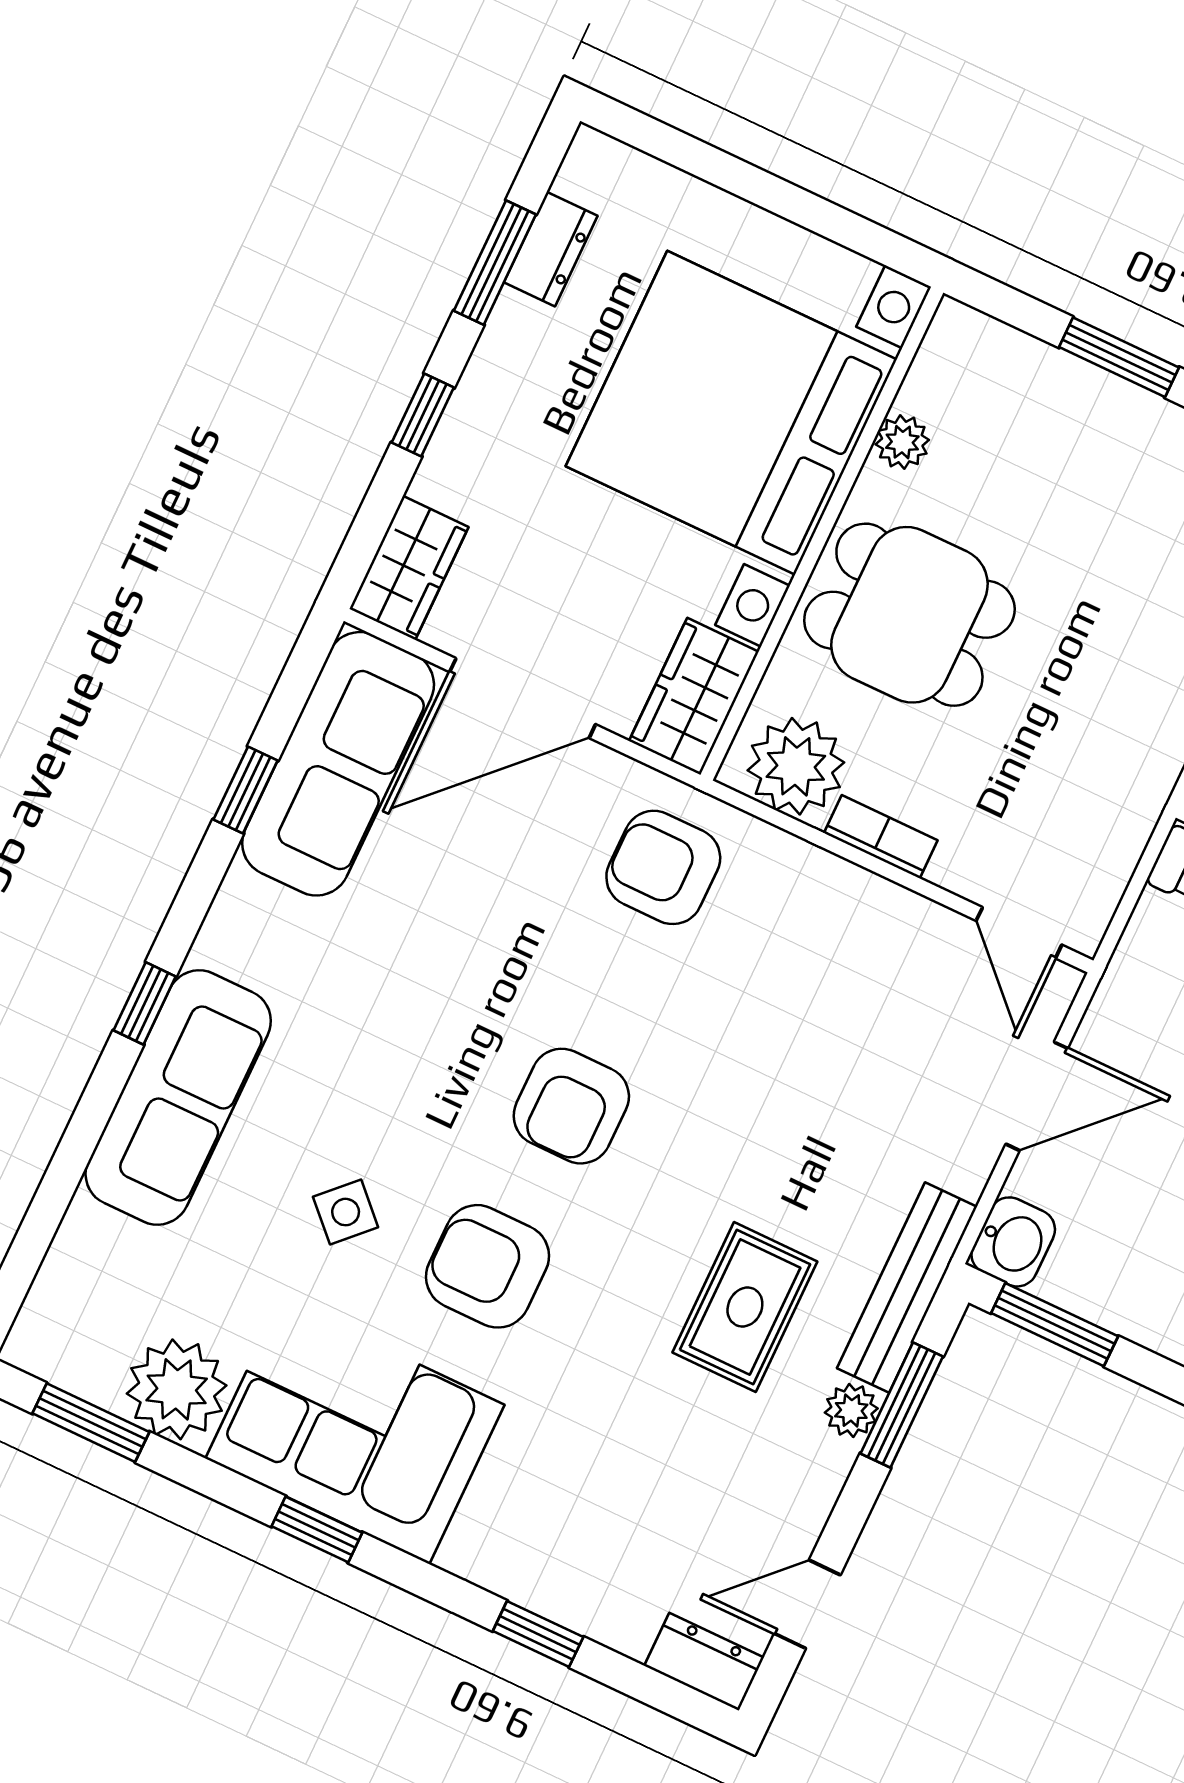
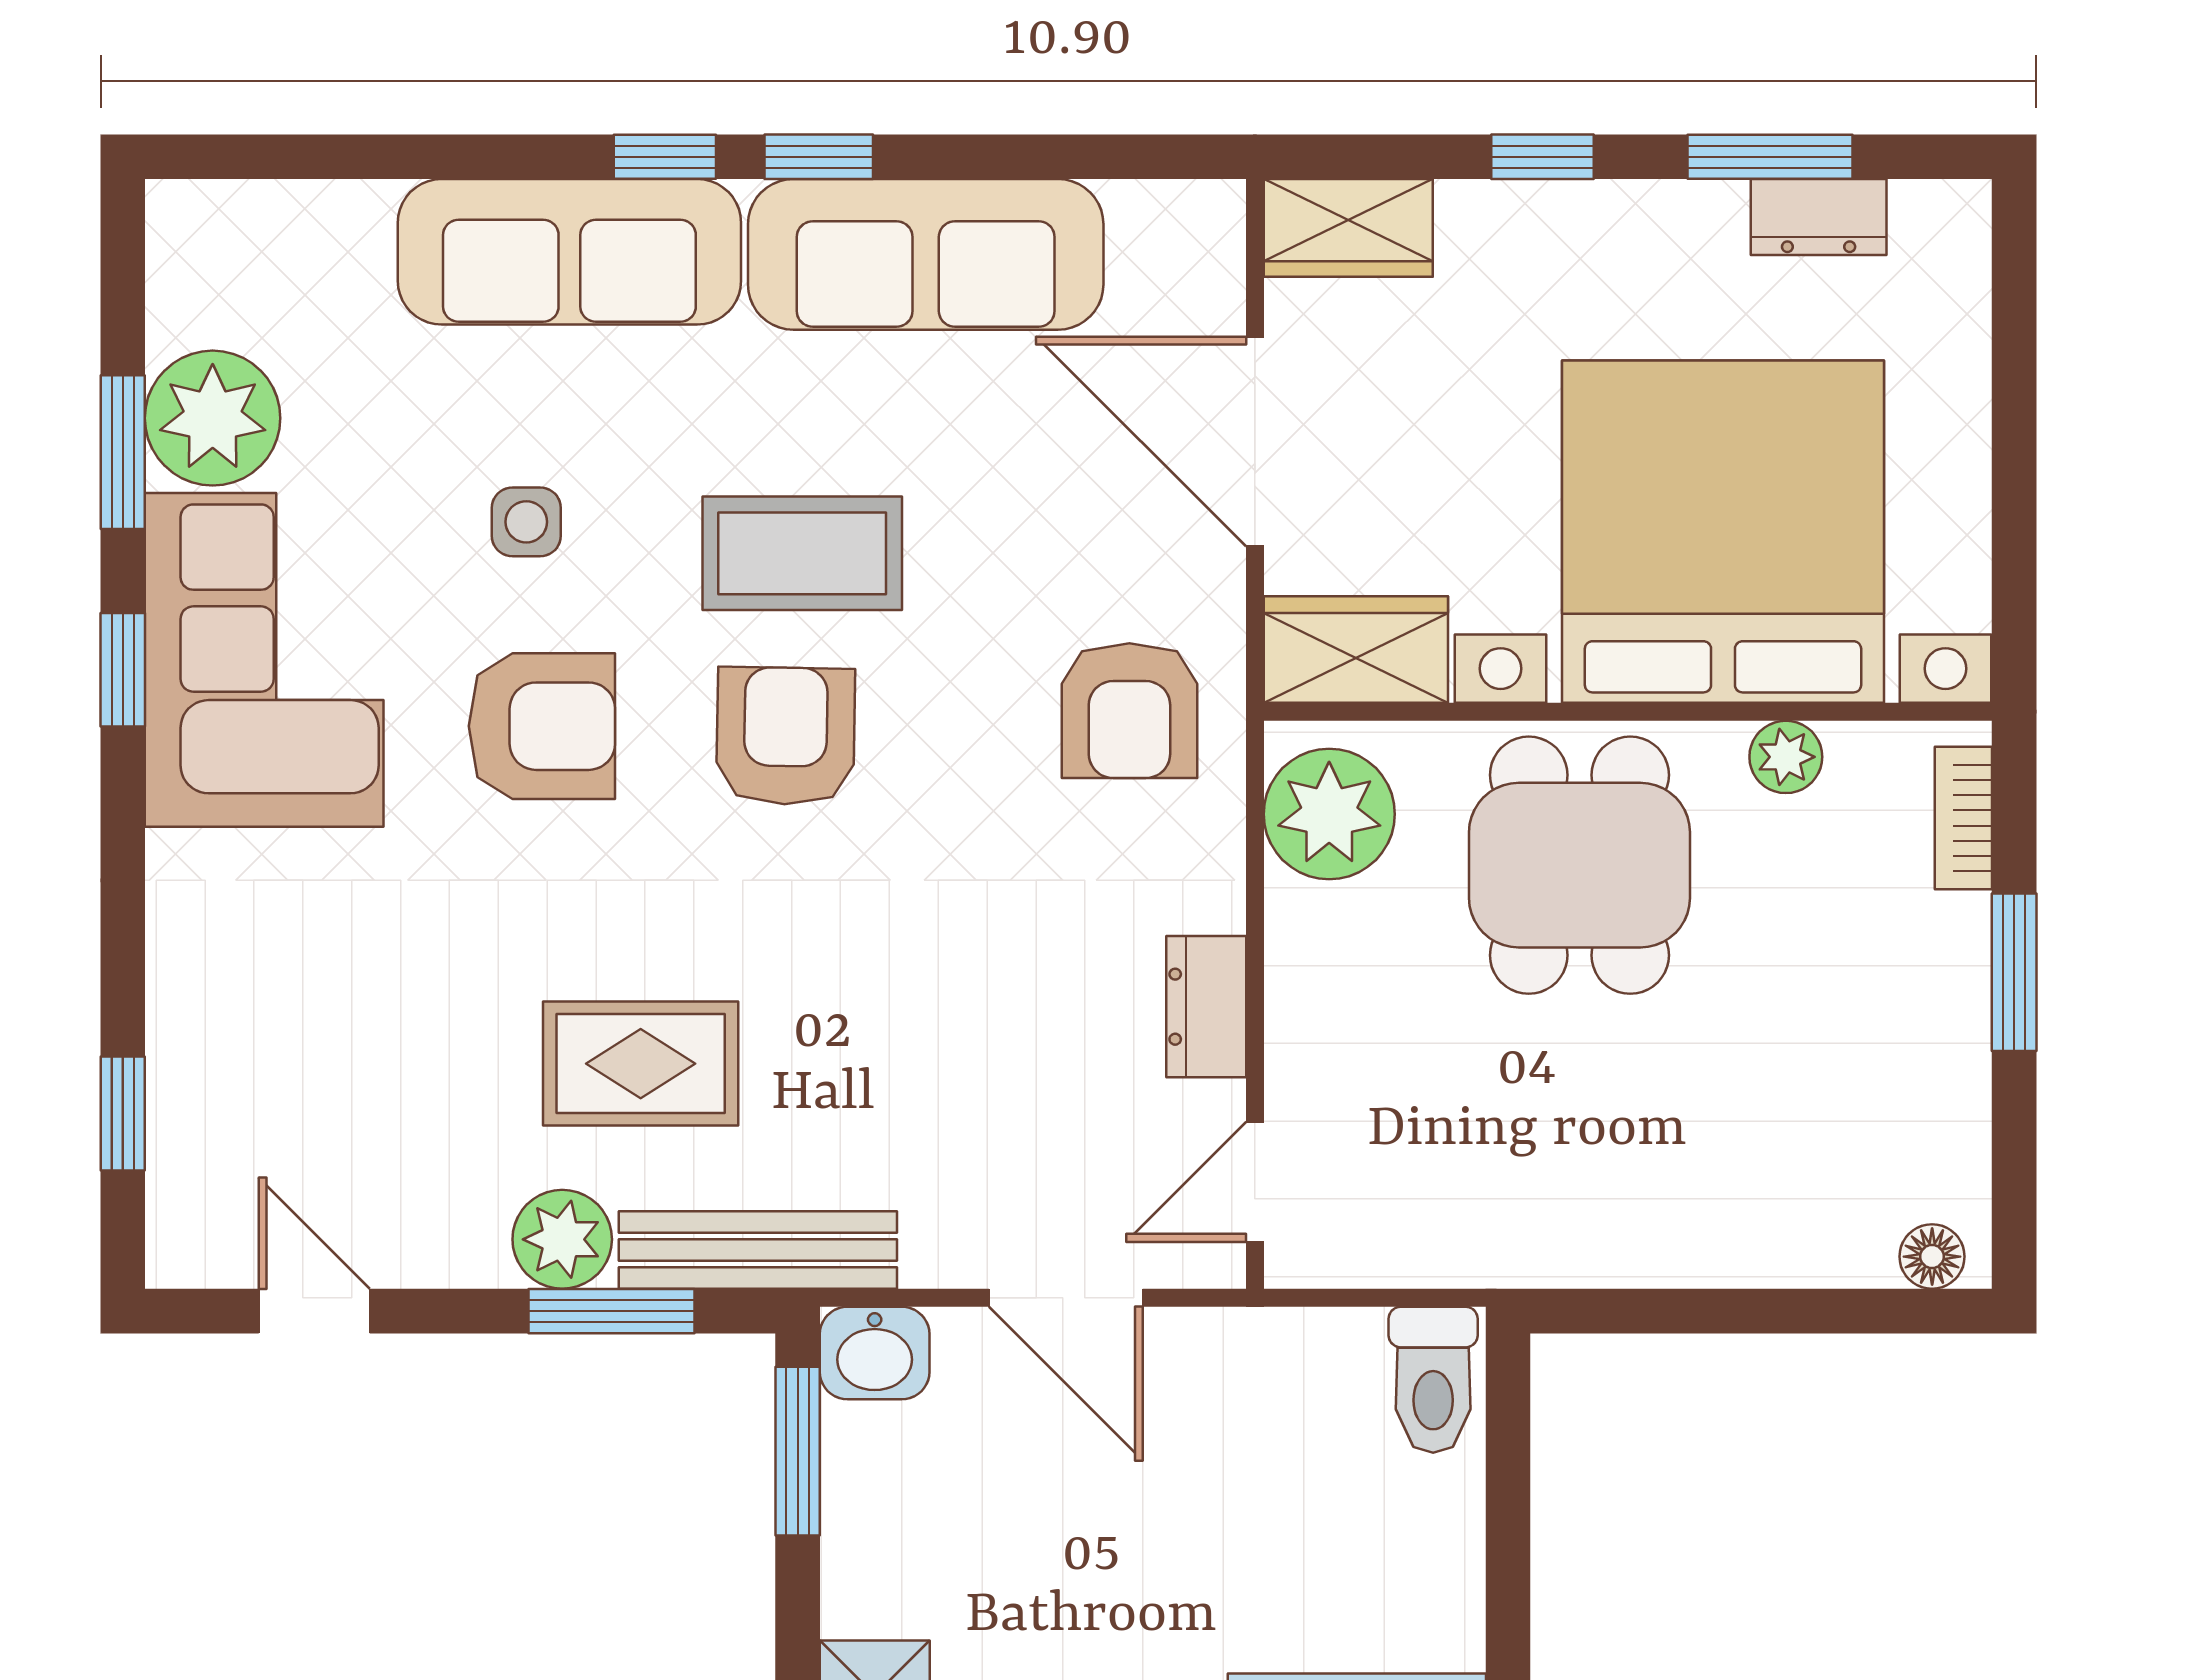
sofa: (338, 764) -> (926, 254), moved
window: (246, 790) -> (819, 157), moved
bookcase: (881, 837) -> (1963, 818), moved, turned 180
armchair: (663, 867) -> (1129, 711), turned 180
coffee table: (454, 1037) -> (802, 553), added
armchair: (571, 1106) -> (786, 736), turned 91
side table: (346, 1212) -> (526, 522), turned 45
armchair: (488, 1266) -> (542, 726), turned 90
plant: (851, 1410) -> (562, 1239), width x1.38, depth x1.38
window: (91, 1423) -> (123, 452), moved
window: (538, 1634) -> (123, 1114), moved
dresser: (704, 1662) -> (1206, 1007), moved, turned 180

